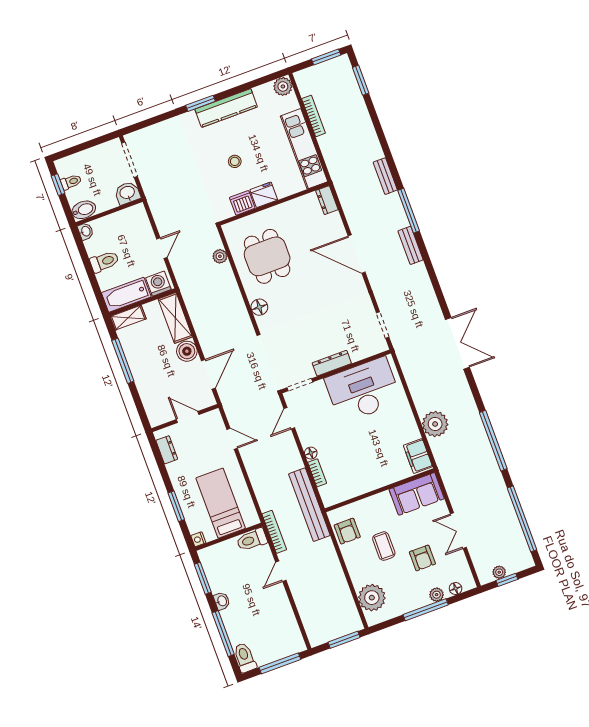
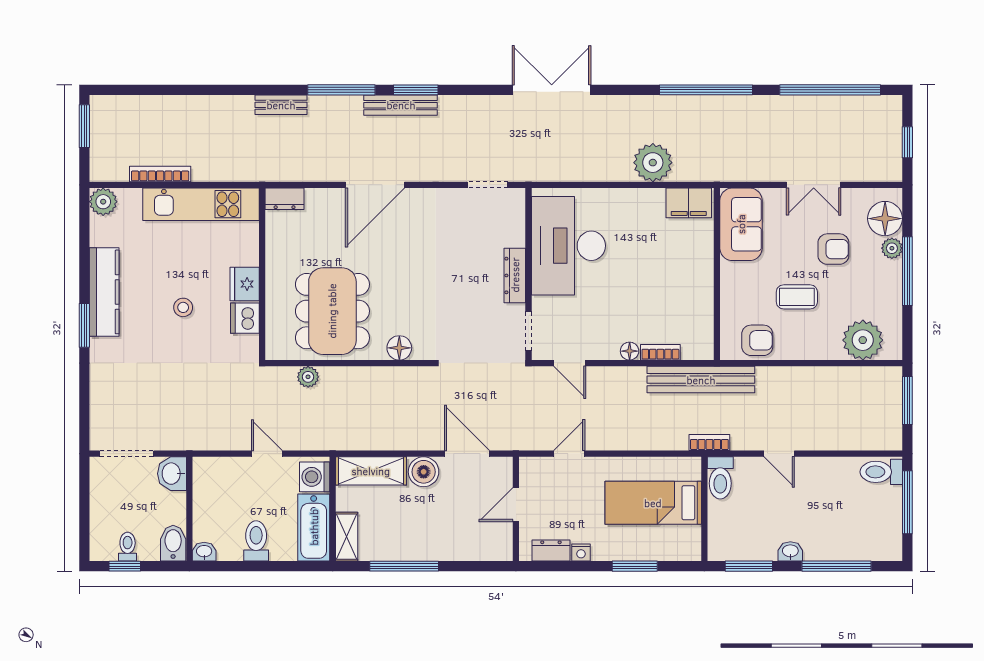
window: (361, 80) -> (416, 90), moved
bench: (410, 245) -> (401, 105), width x1.36
dining table: (267, 256) -> (332, 311), width x1.38
bookcase: (274, 532) -> (709, 443), width x0.64
nightstand: (198, 539) -> (581, 552), moved
plant: (499, 572) -> (893, 149), removed
floor lamp: (456, 589) -> (885, 219), width x1.89, depth x1.89
toilet: (245, 658) -> (881, 472), moved

